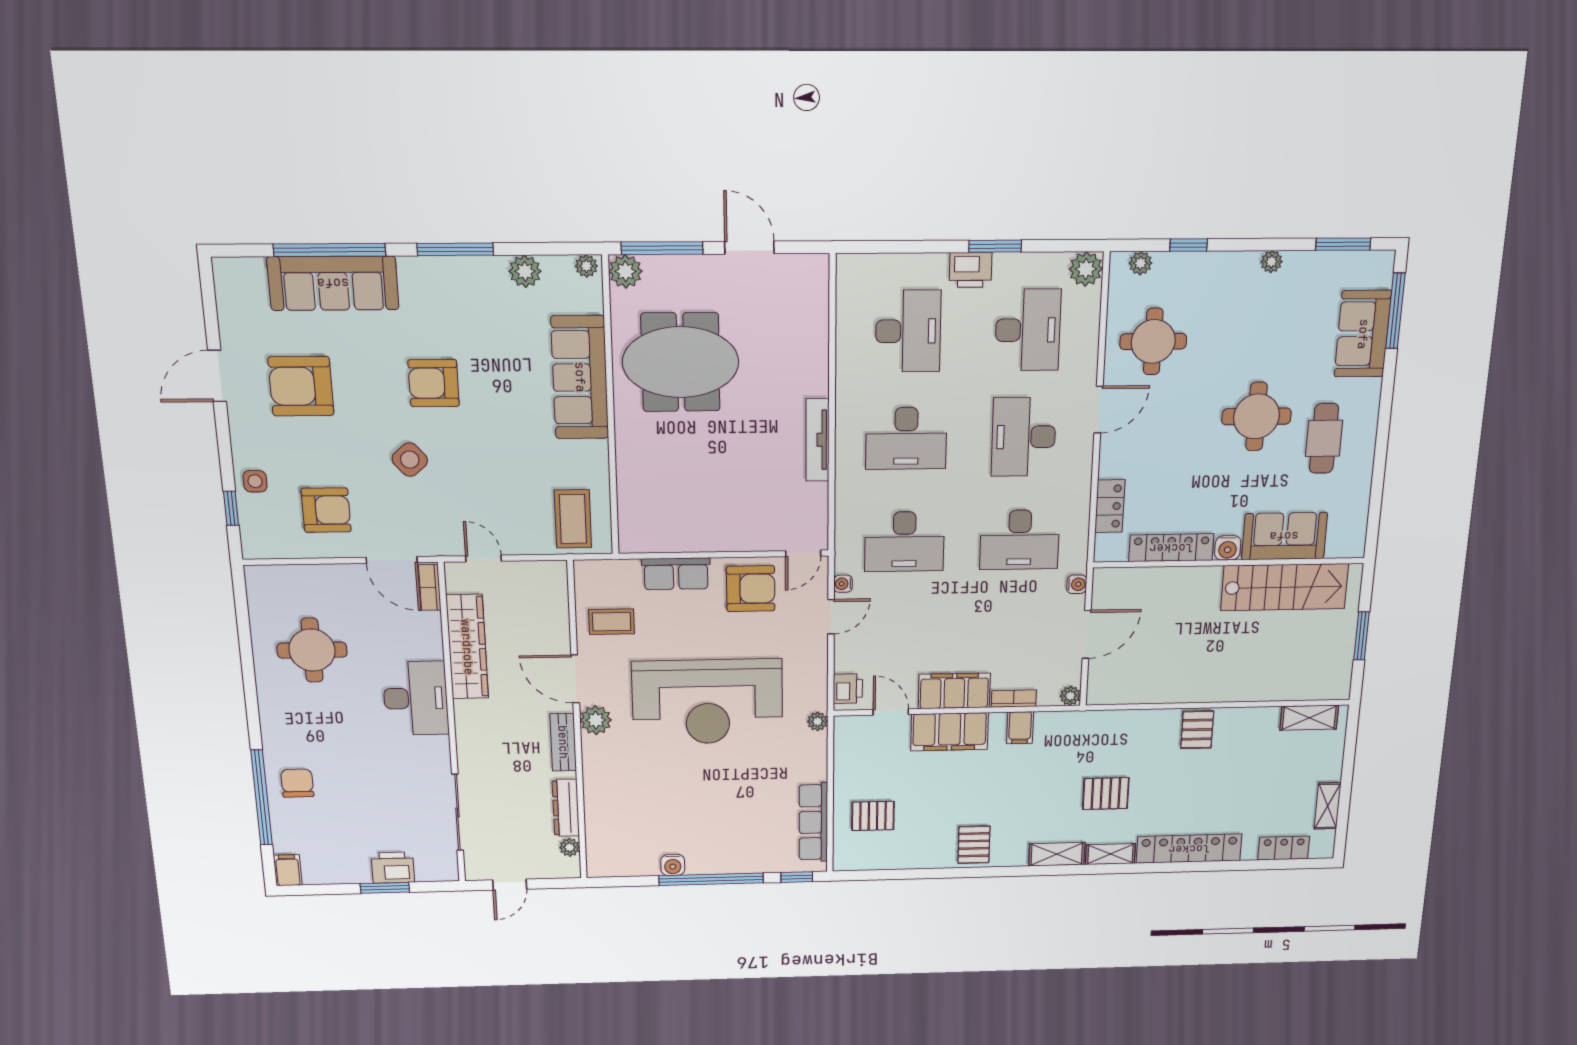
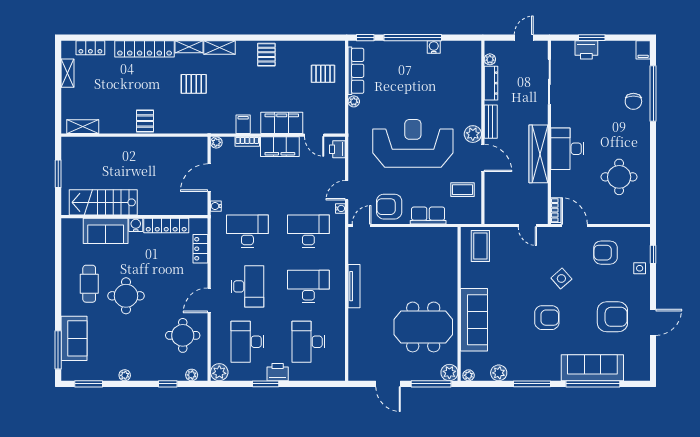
wardrobe: (467, 647) -> (539, 154), moved
plant: (818, 721) -> (354, 101), moved

